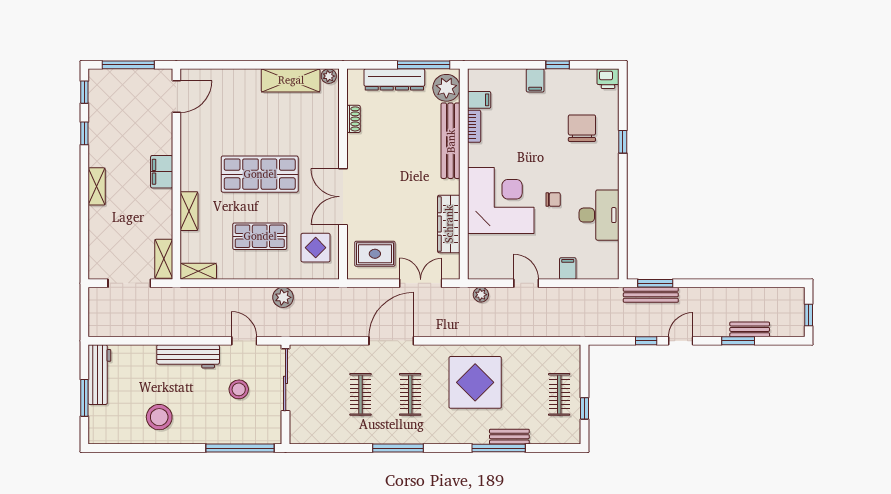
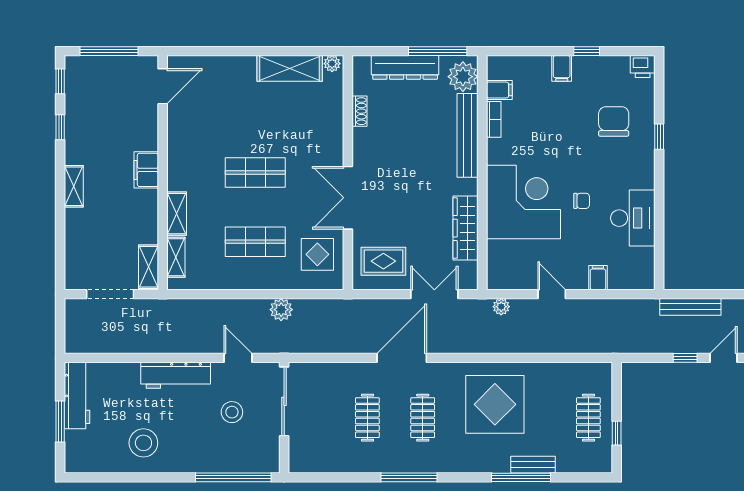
shop shelf: (260, 174) -> (255, 173), width x0.70, depth x0.74
shelving: (198, 271) -> (176, 257), moved, turned 90
window: (655, 283) -> (695, 294), removed

